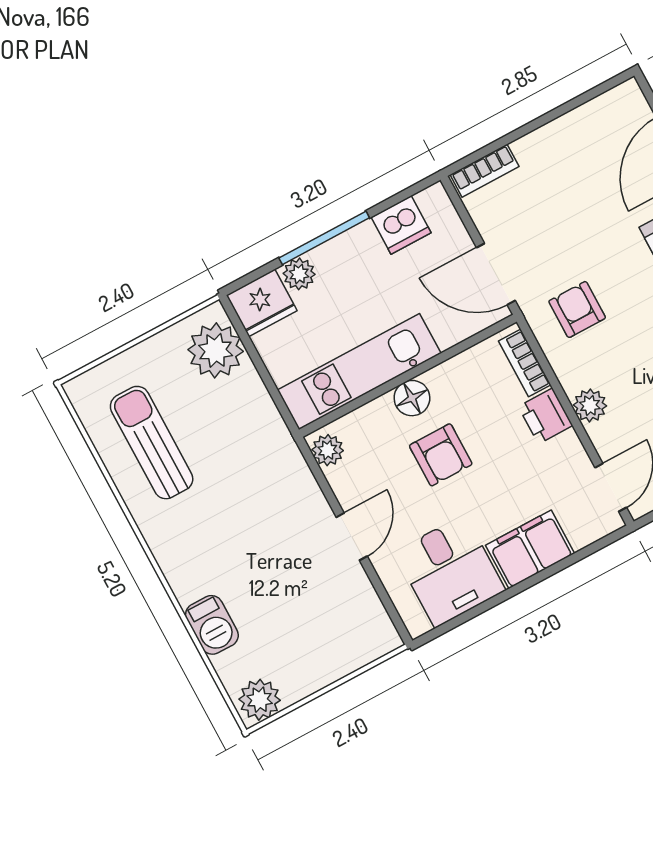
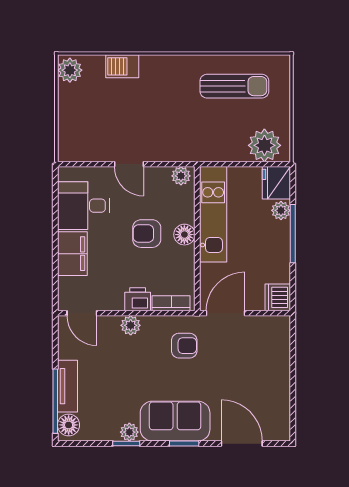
bookcase: (485, 171) -> (283, 336), removed
dishwasher: (401, 225) -> (278, 297), moved

